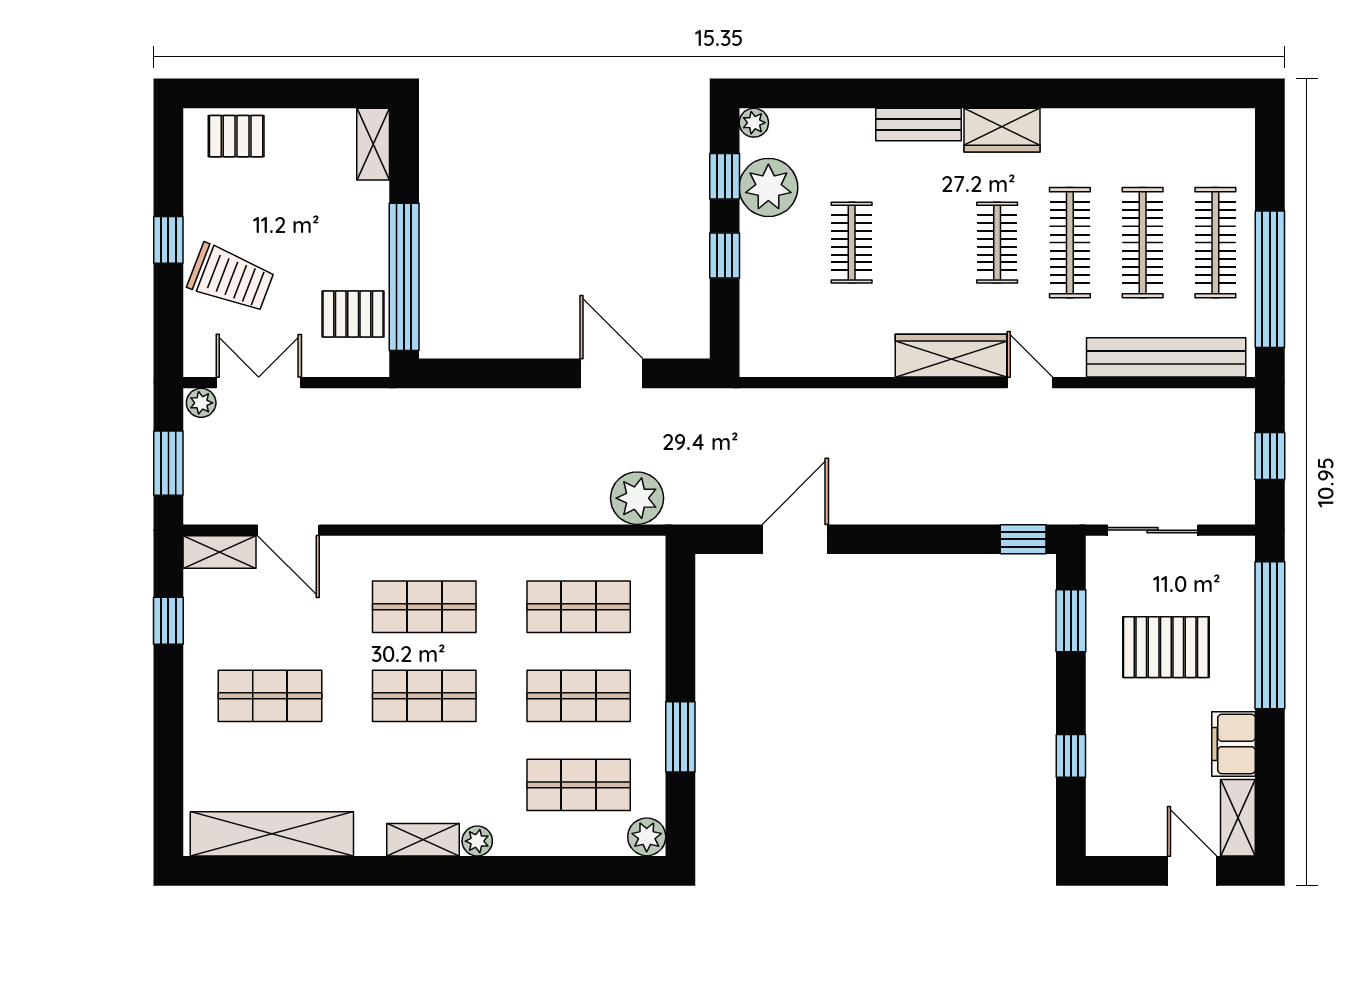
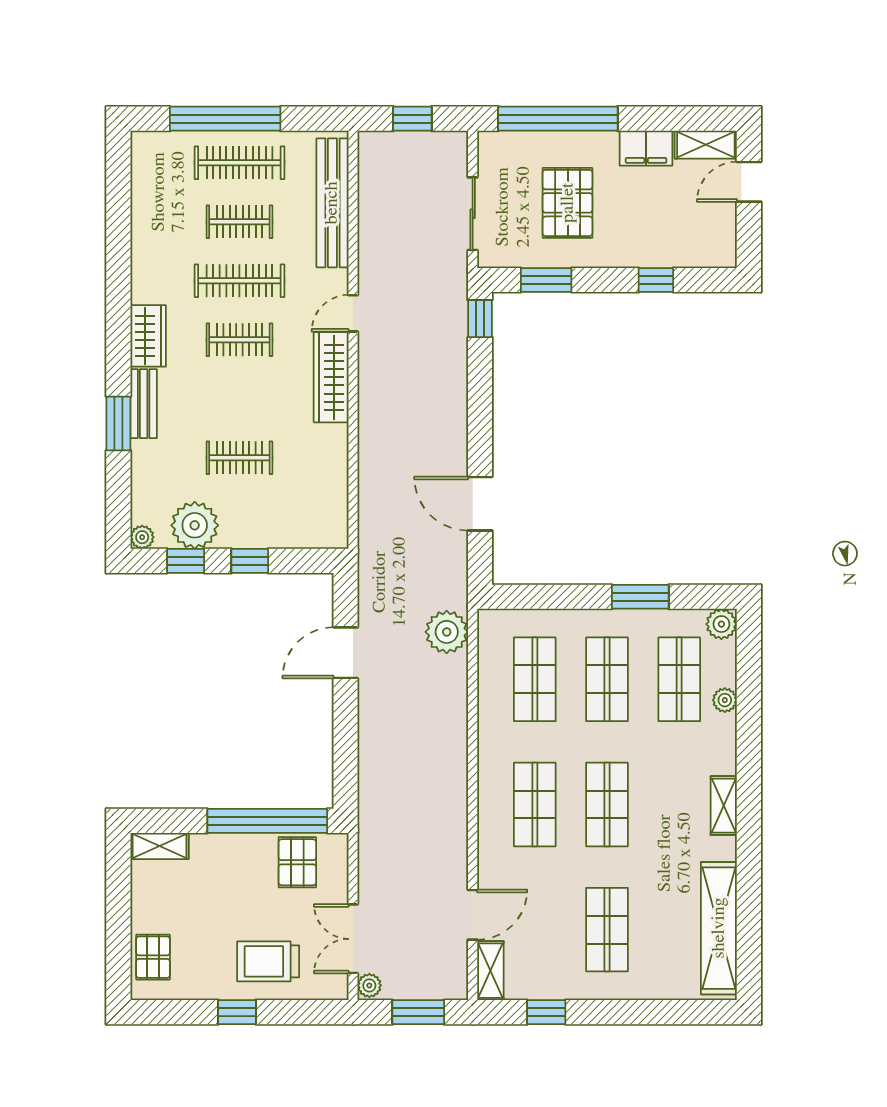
window: (894, 93) -> (118, 424), added
clothes rail: (1143, 243) -> (239, 222), width x0.73
trolley: (231, 278) -> (268, 961), turned -111
window: (1270, 279) -> (225, 119), moved
plant: (477, 841) -> (725, 700), moved

